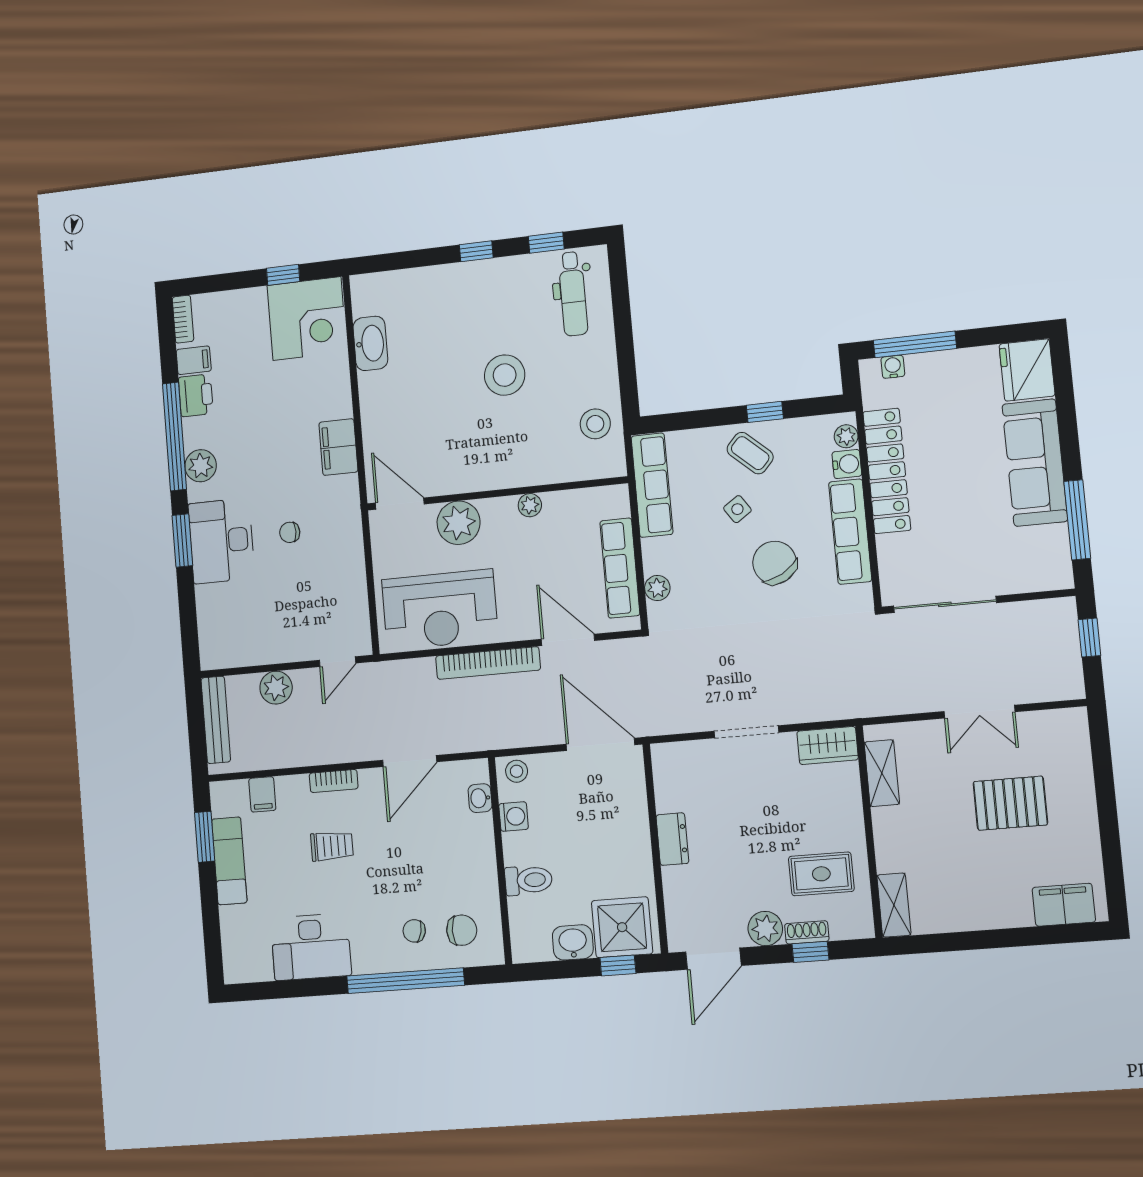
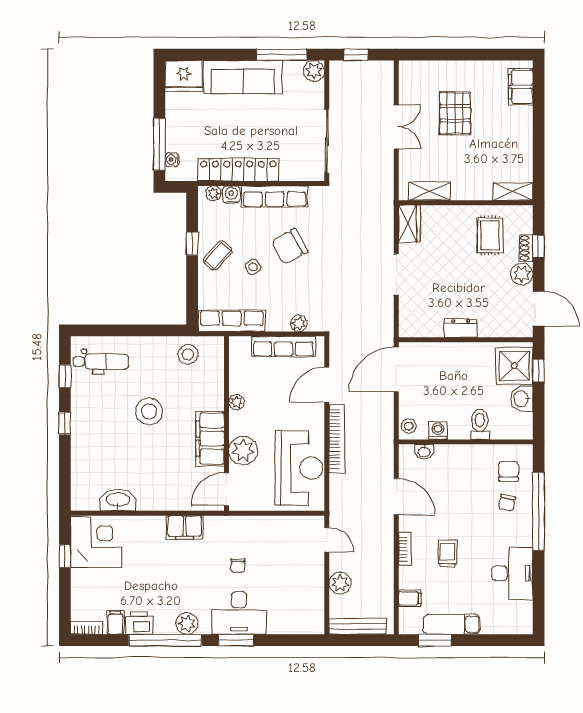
filing cabinet: (472, 471) -> (210, 438), added
plant: (1056, 573) -> (314, 71), added

